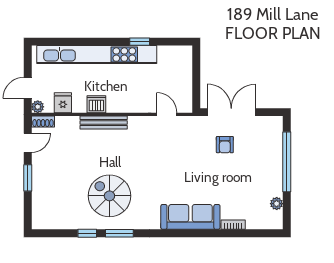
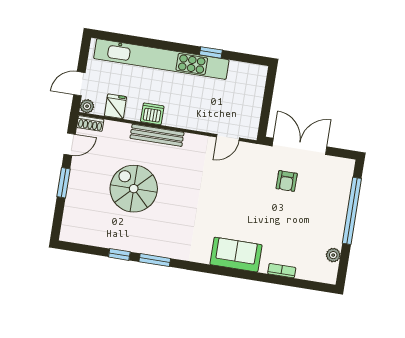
door: (167, 114) -> (228, 137), swing flipped
spiral stairs: (109, 196) -> (134, 189), moved
sofa: (190, 217) -> (236, 255), width x0.73

